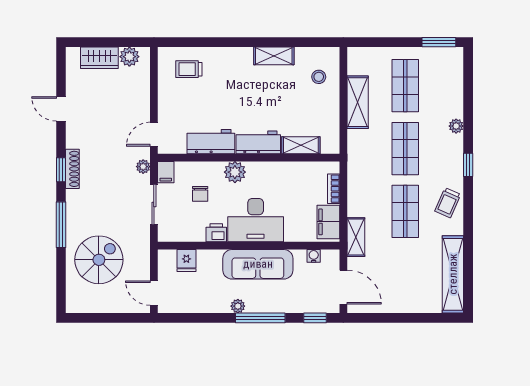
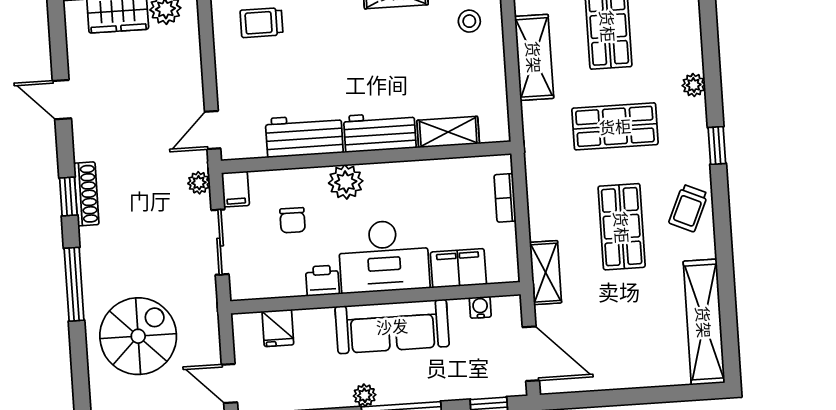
shop shelf: (405, 149) -> (615, 126), turned 90
filing cabinet: (328, 222) -> (458, 268), moved, turned 90

